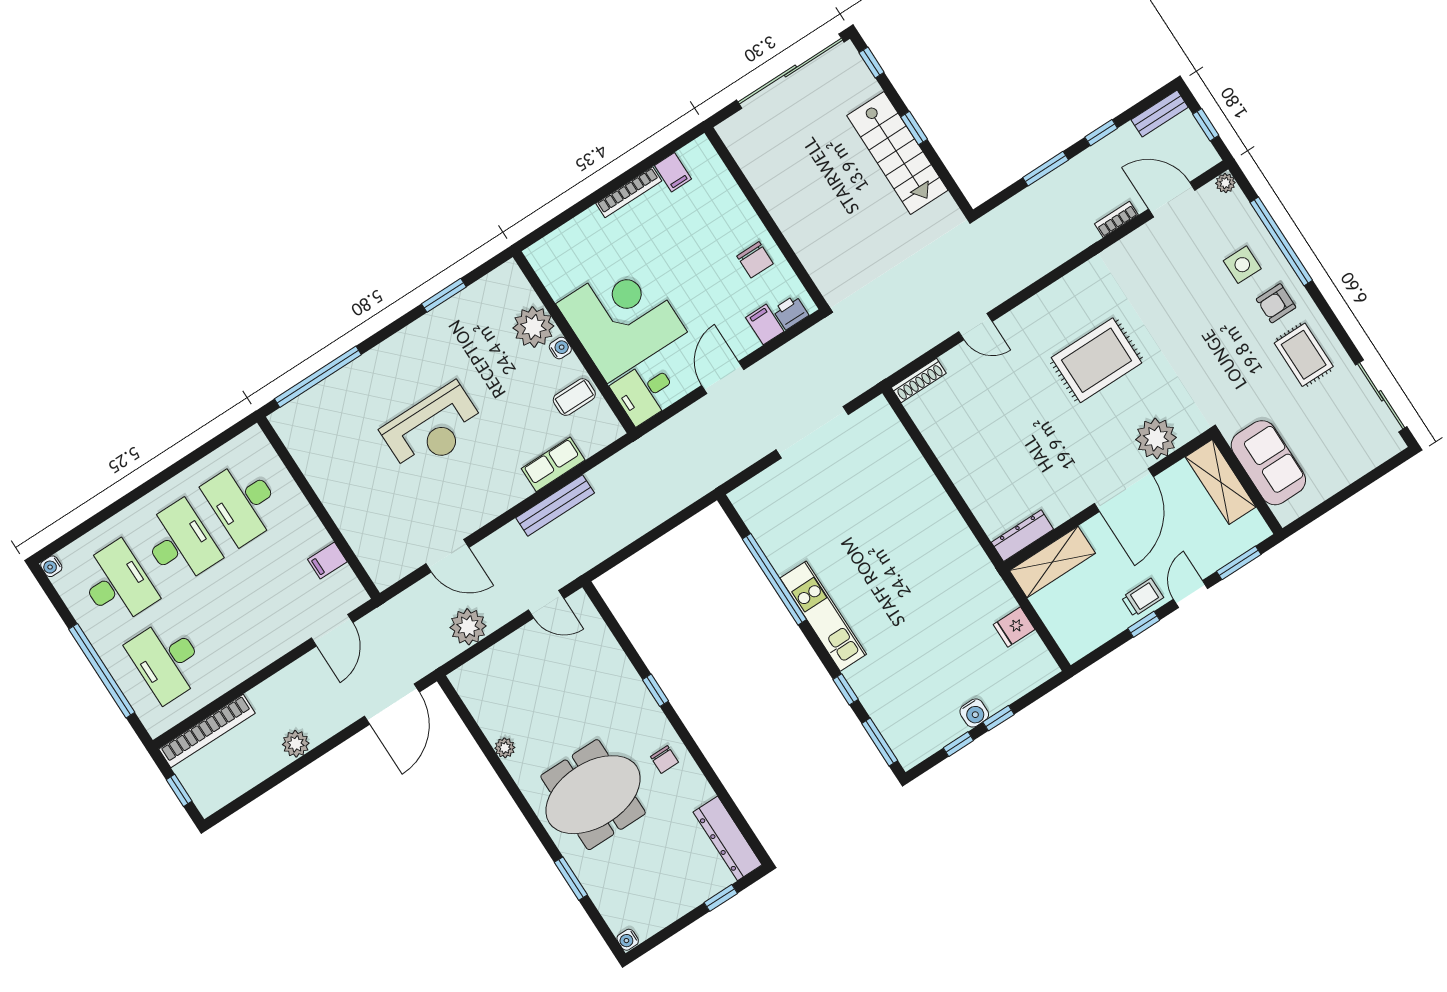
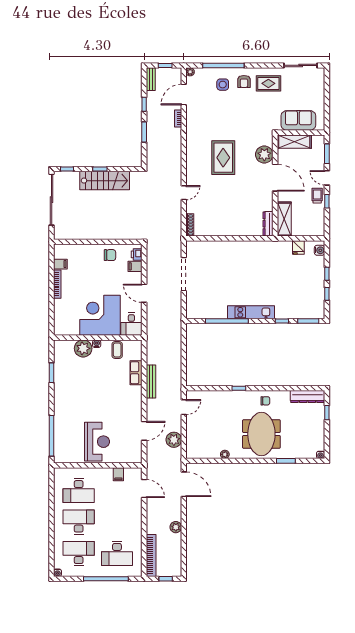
reception desk: (433, 429) -> (97, 442), moved
water cooler: (974, 713) -> (320, 250), moved

